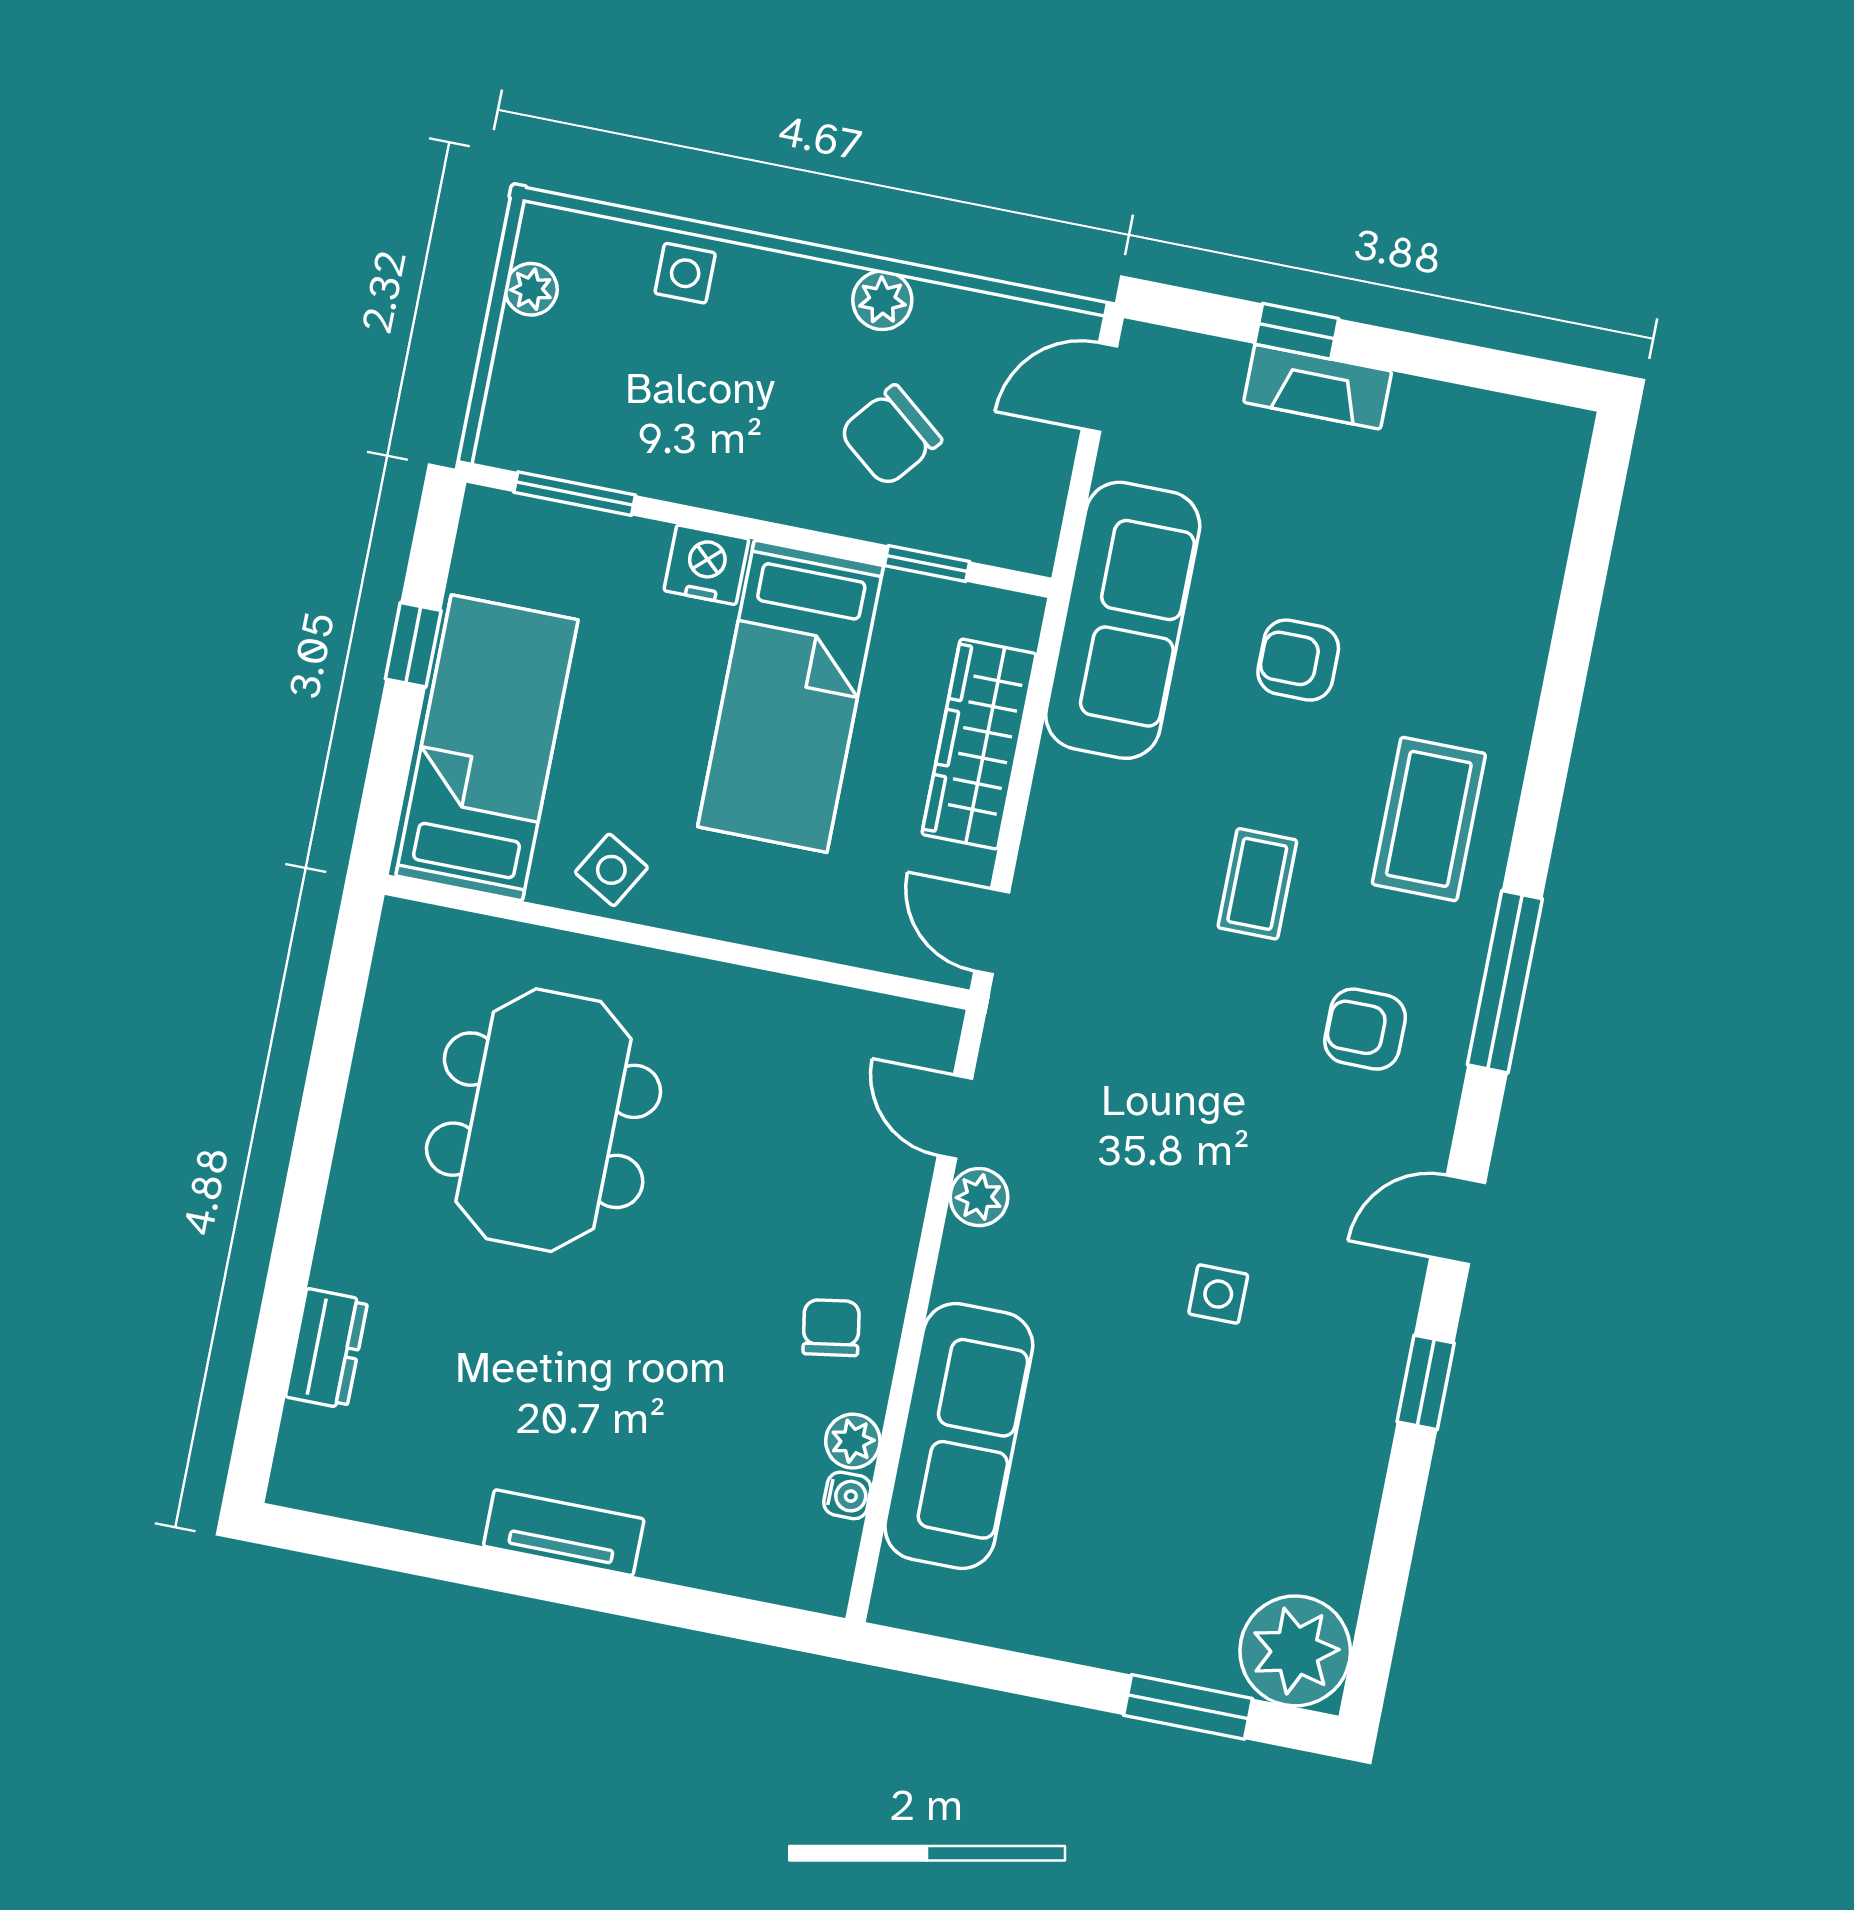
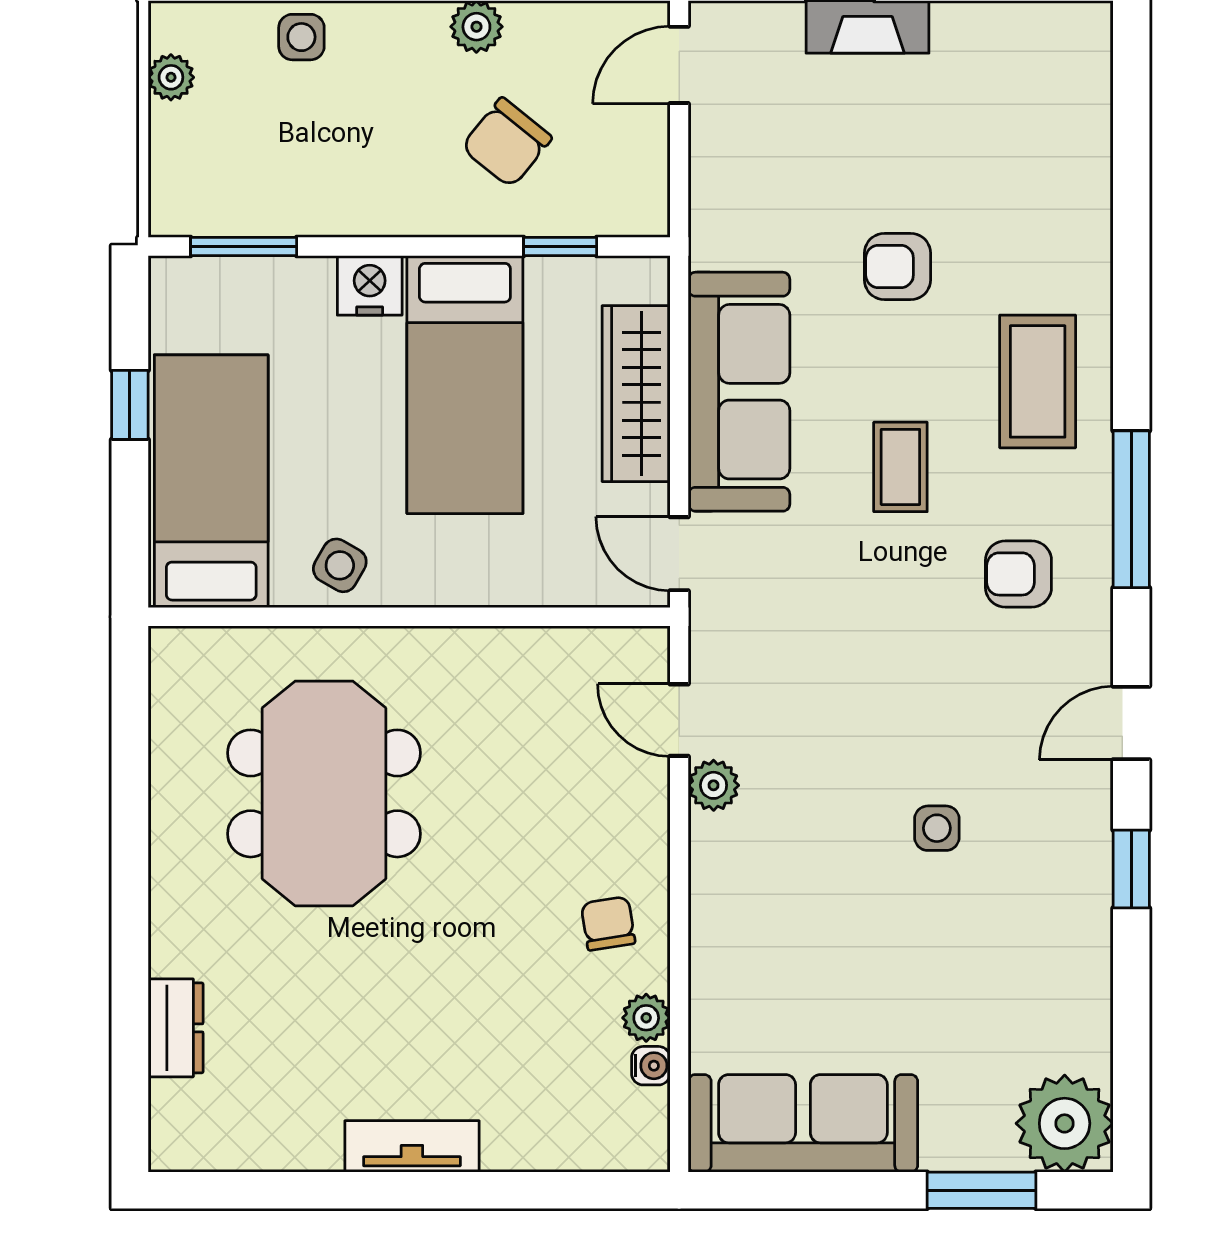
sofa: (1123, 620) -> (739, 392), moved
sofa: (959, 1436) -> (803, 1123), moved, turned -90

